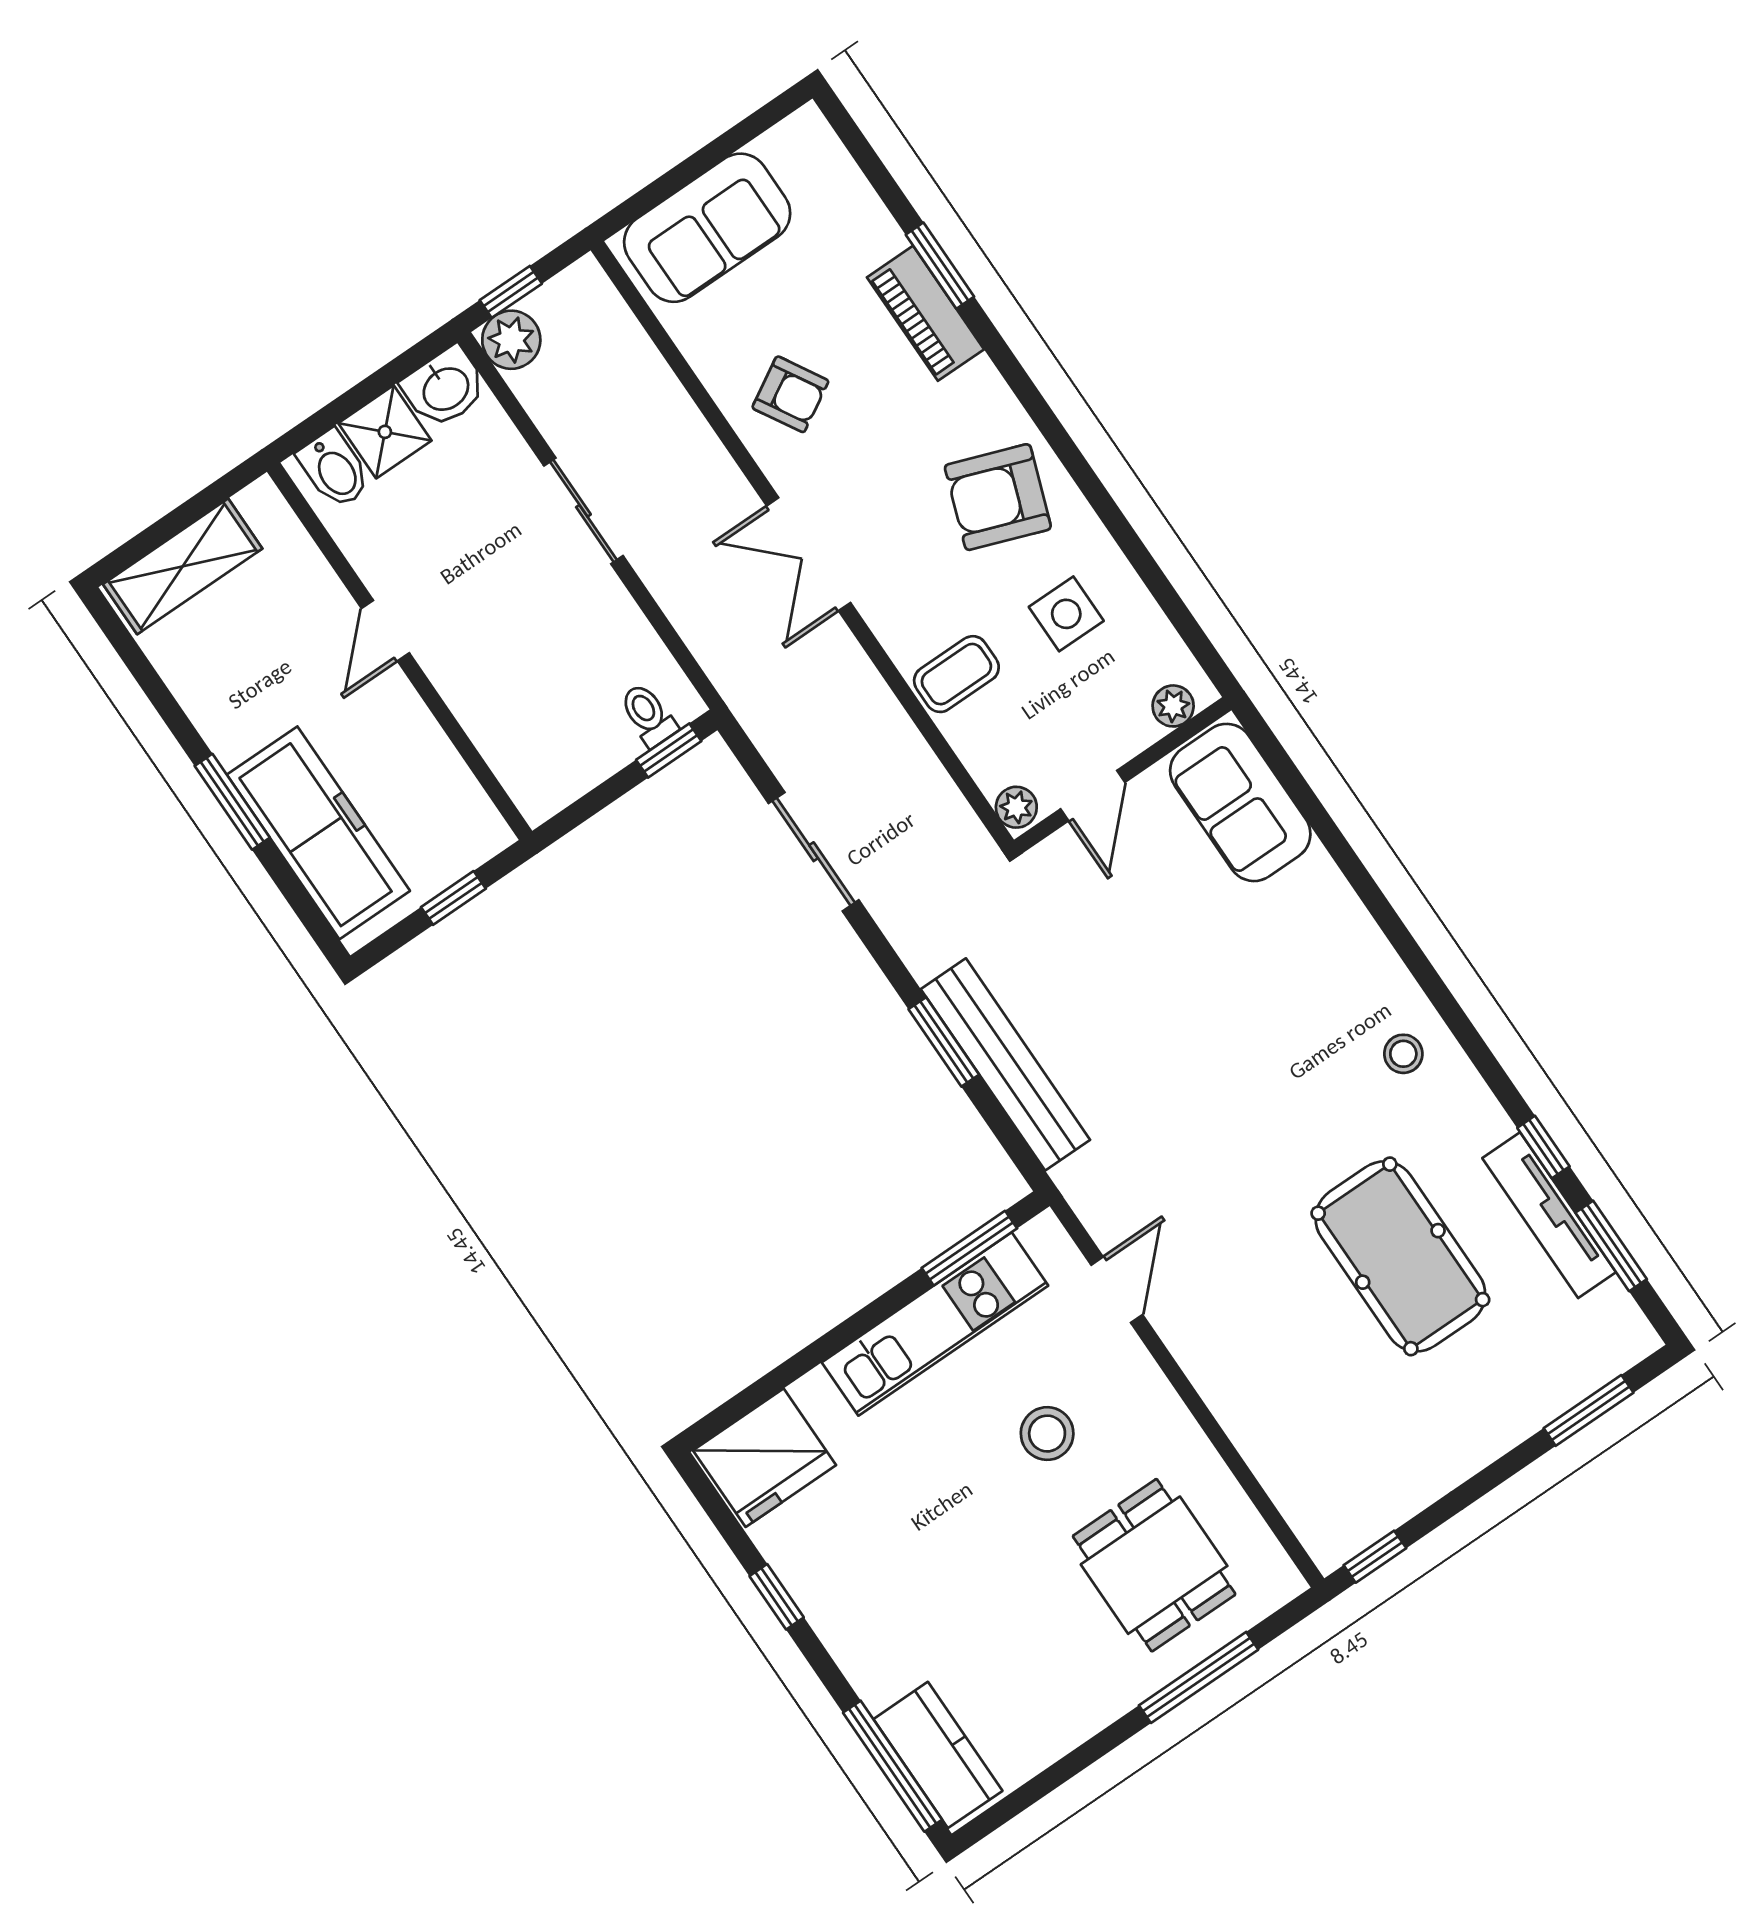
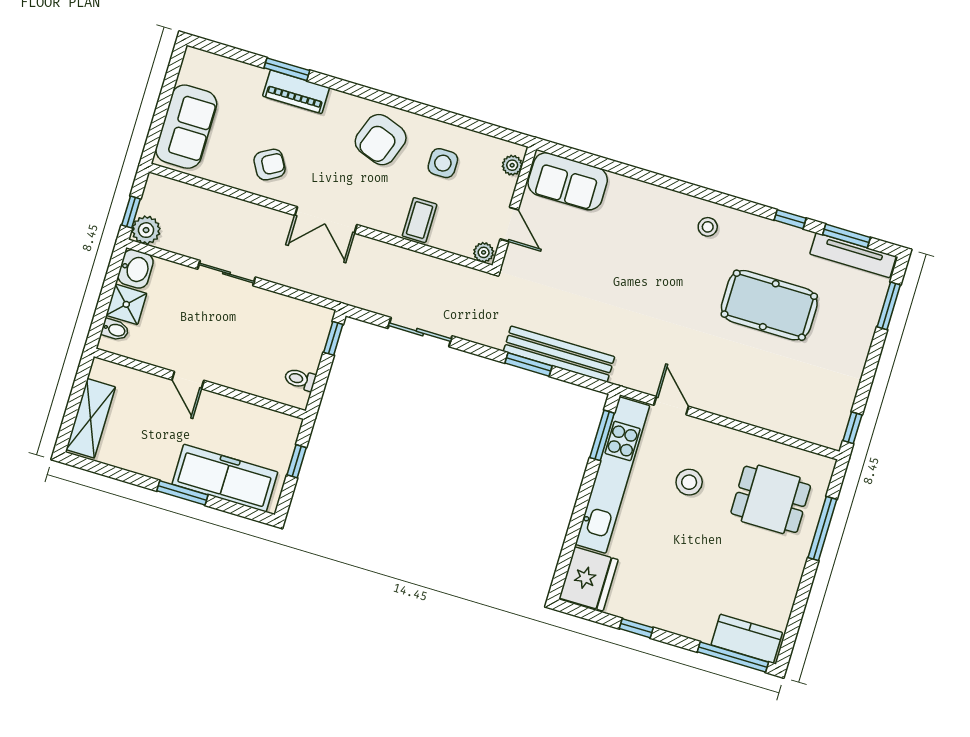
bidet: (334, 469) -> (115, 330), width x0.72, depth x0.74
toilet: (648, 715) -> (300, 379), moved
tv unit: (1549, 1215) -> (853, 255), moved
kitchen unit: (935, 1324) -> (612, 475), width x1.36

